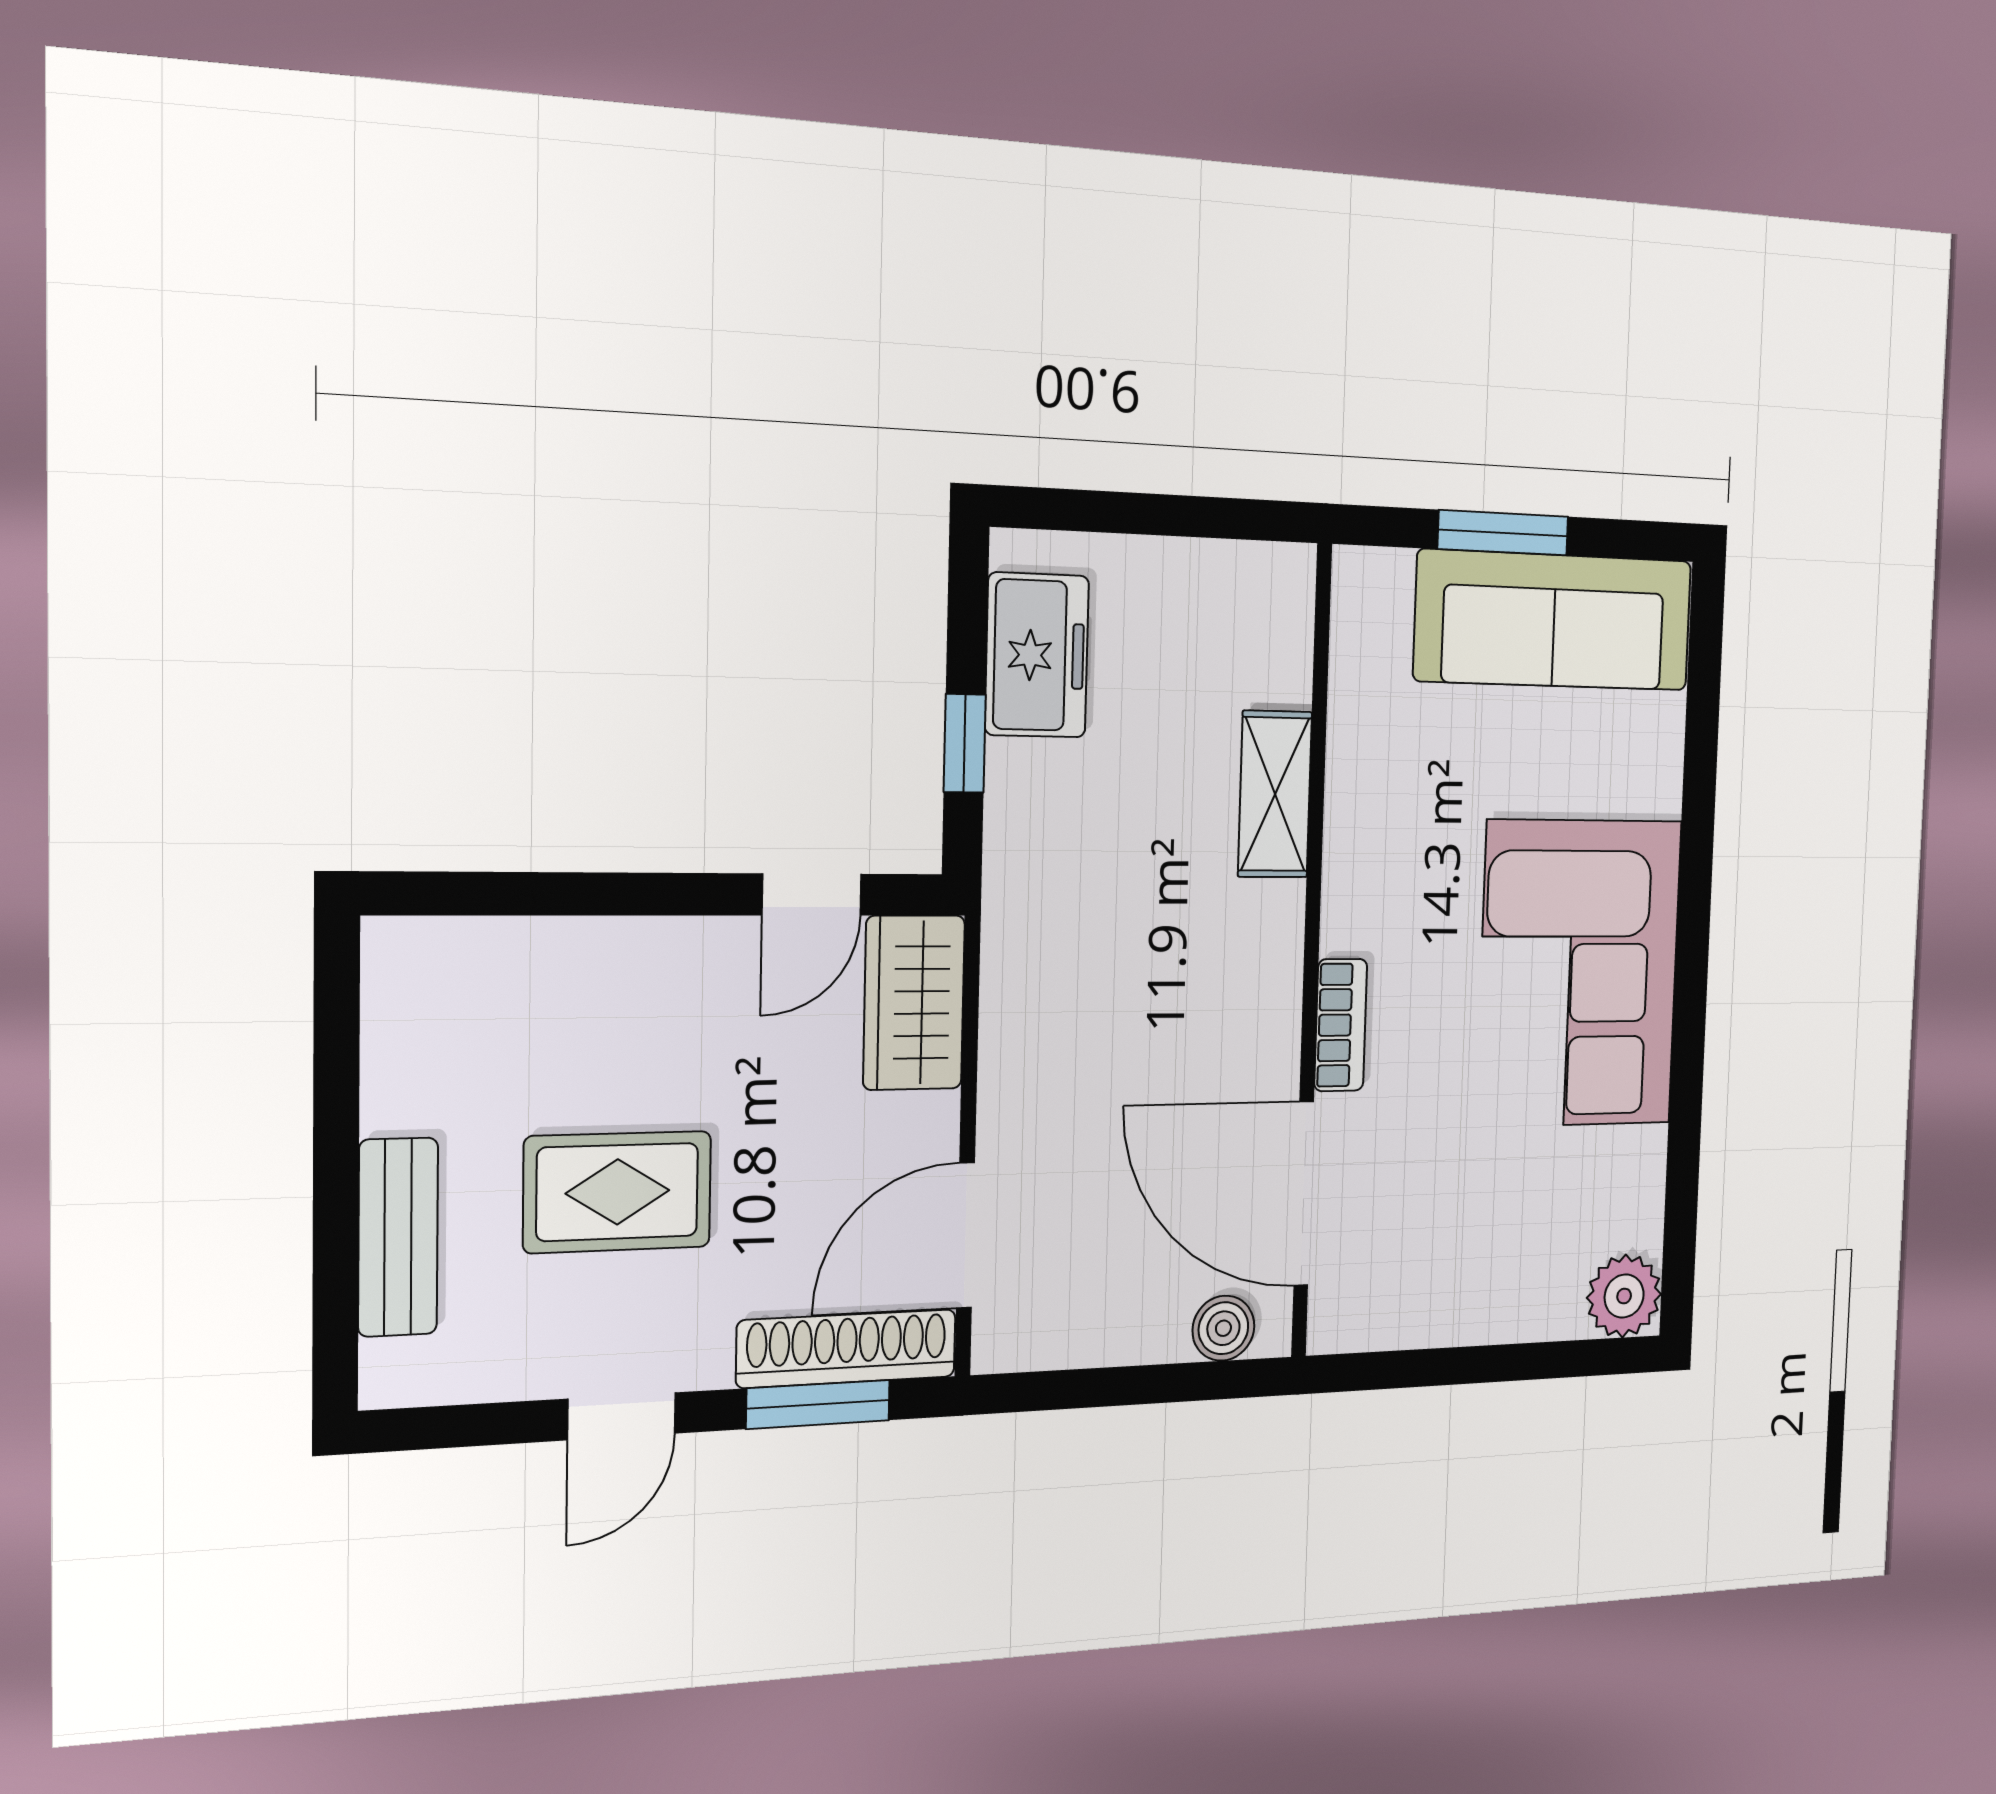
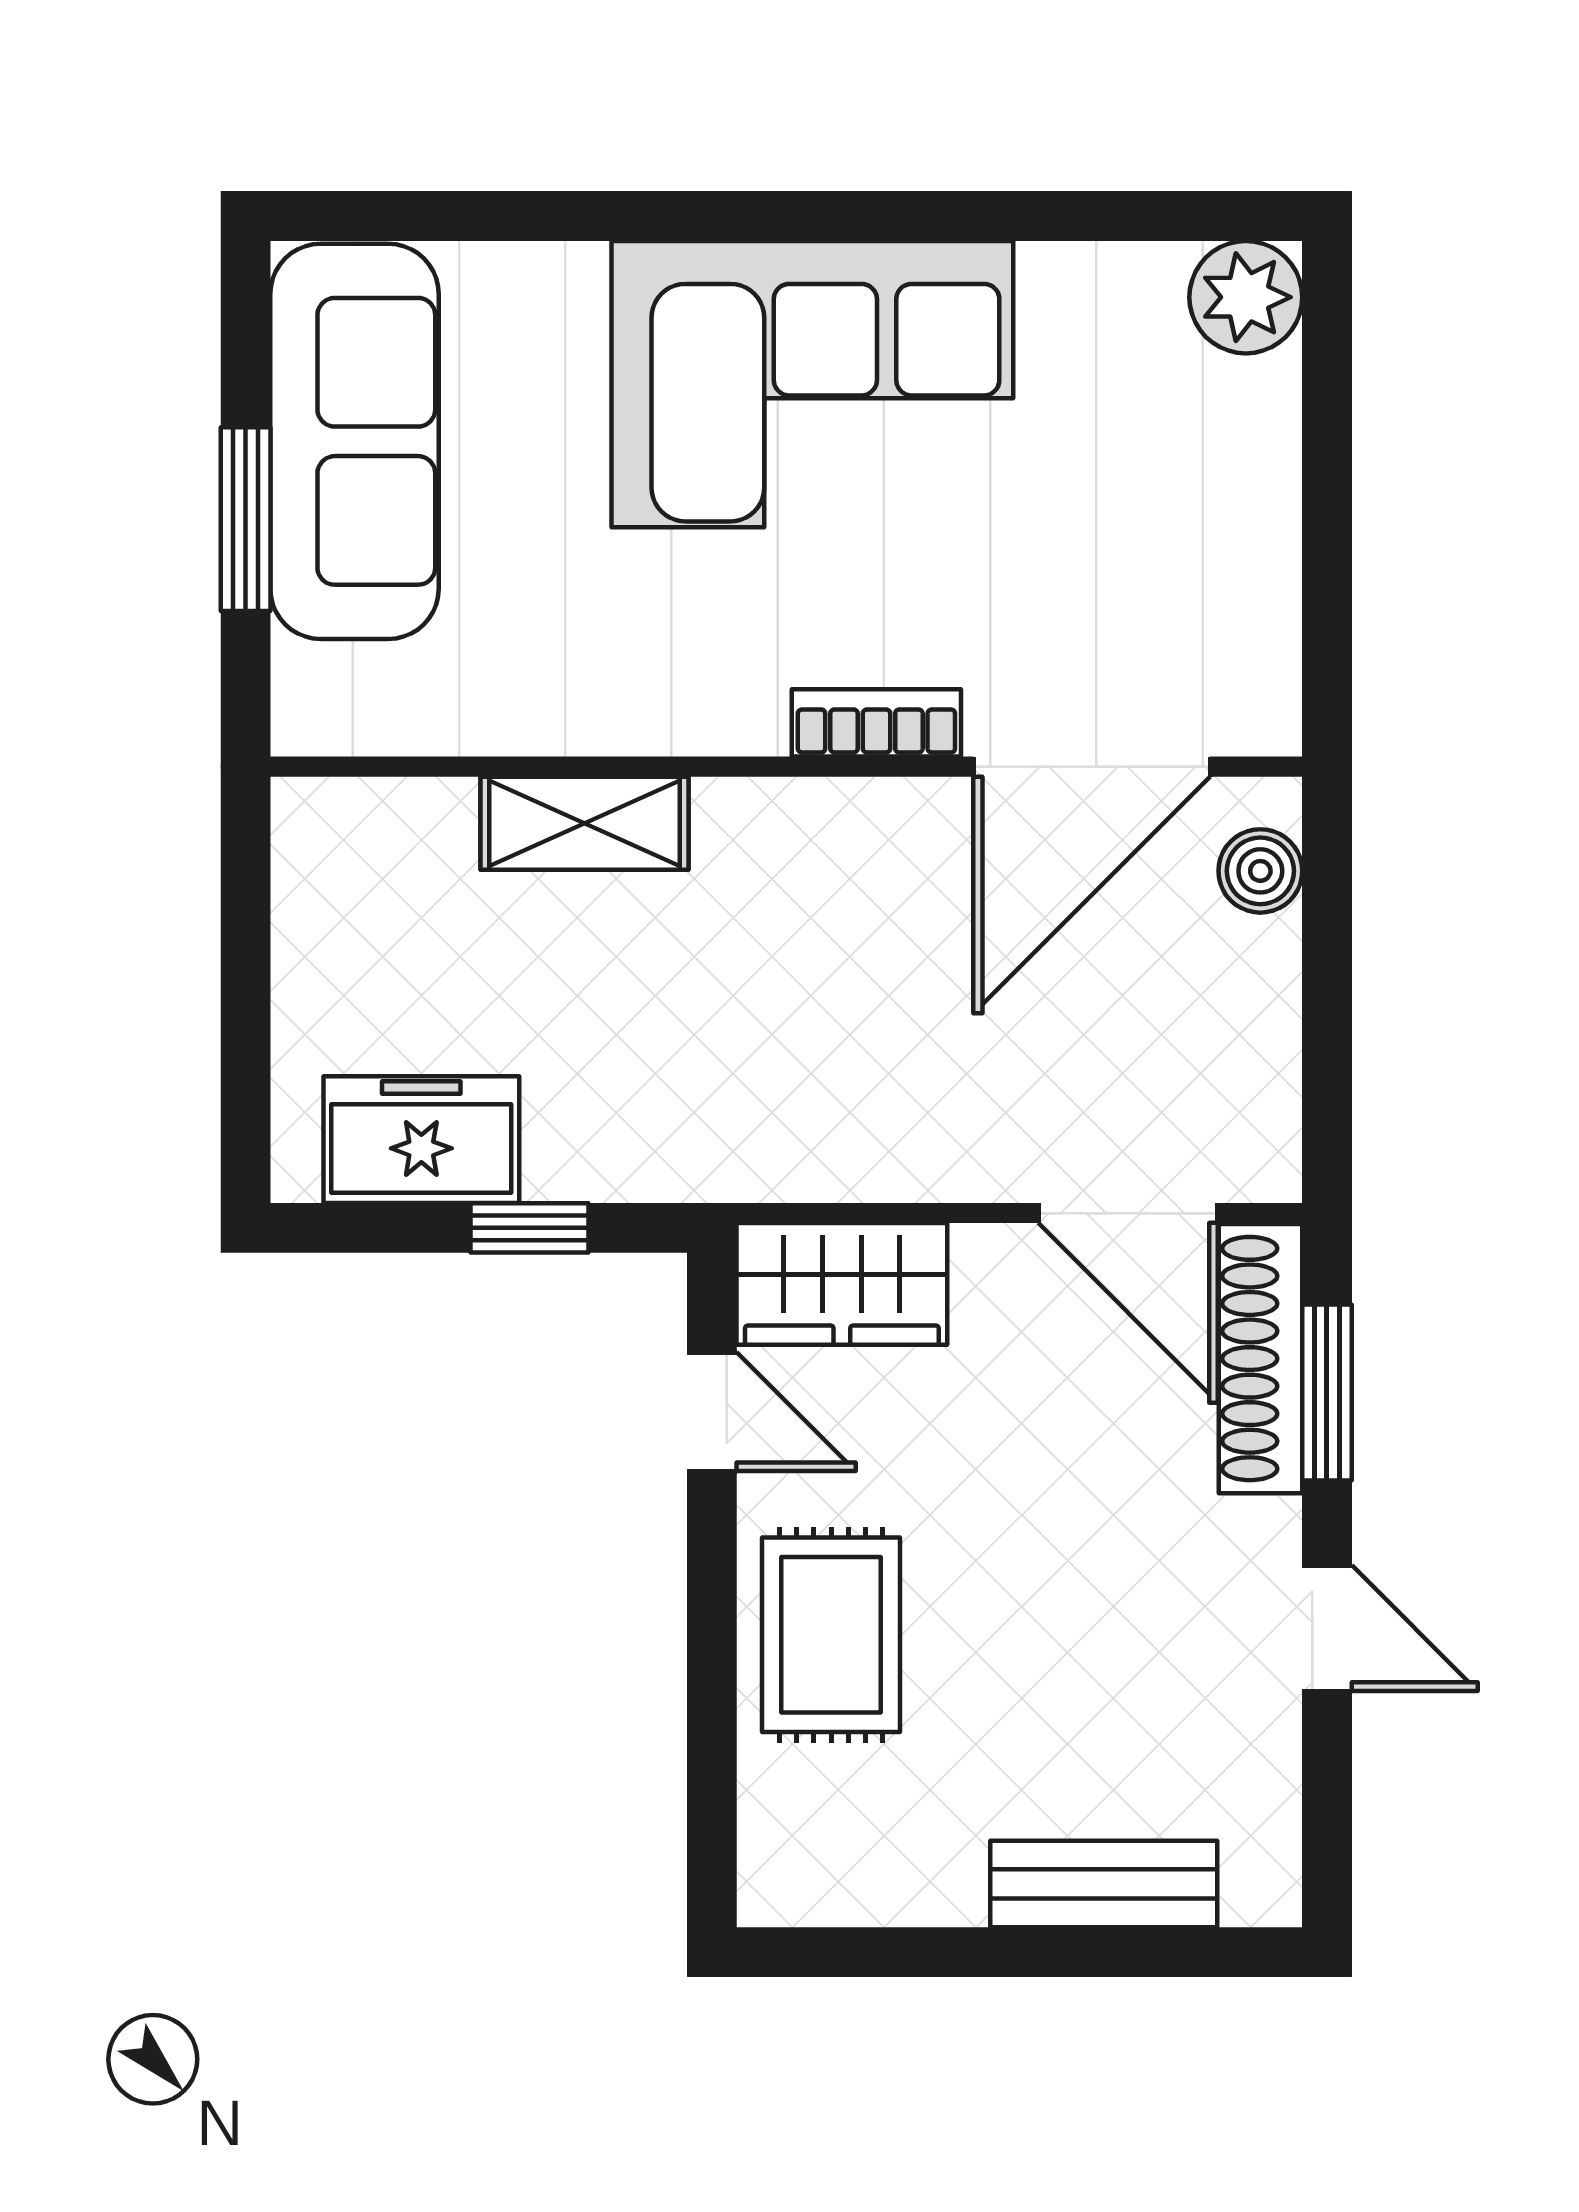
rug: (618, 1192) -> (831, 1635), moved

